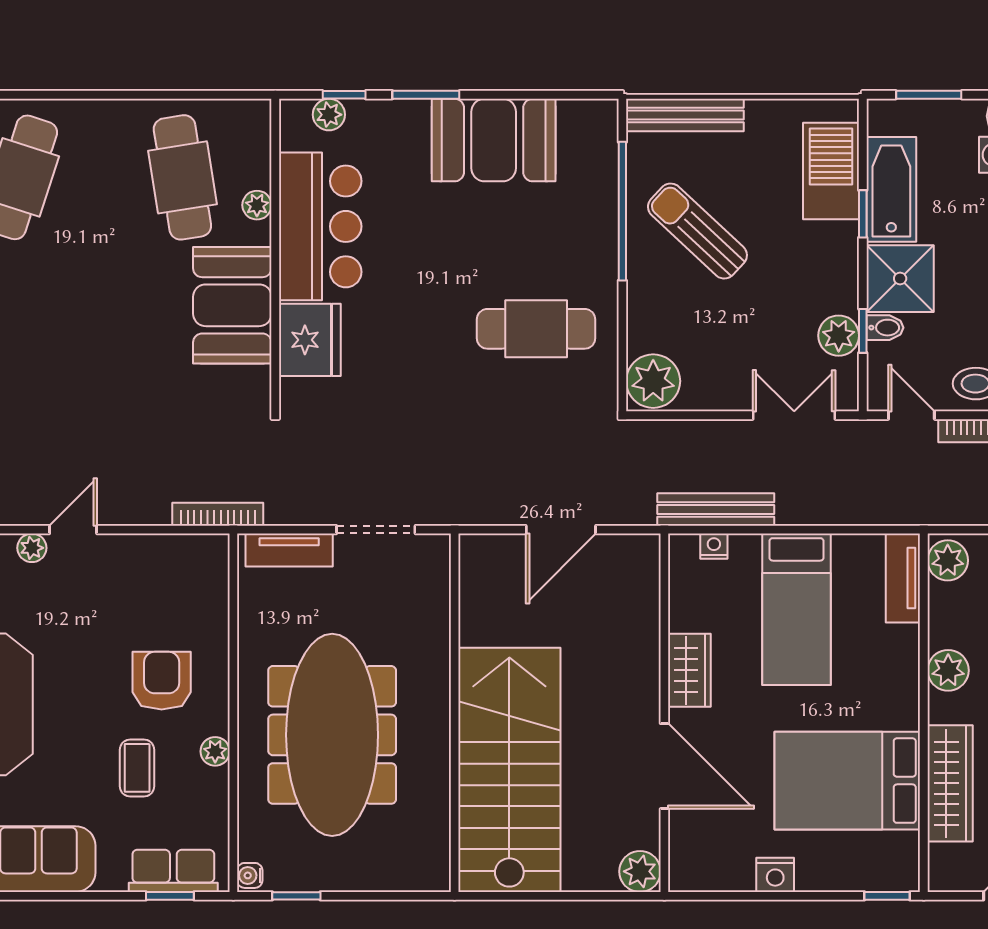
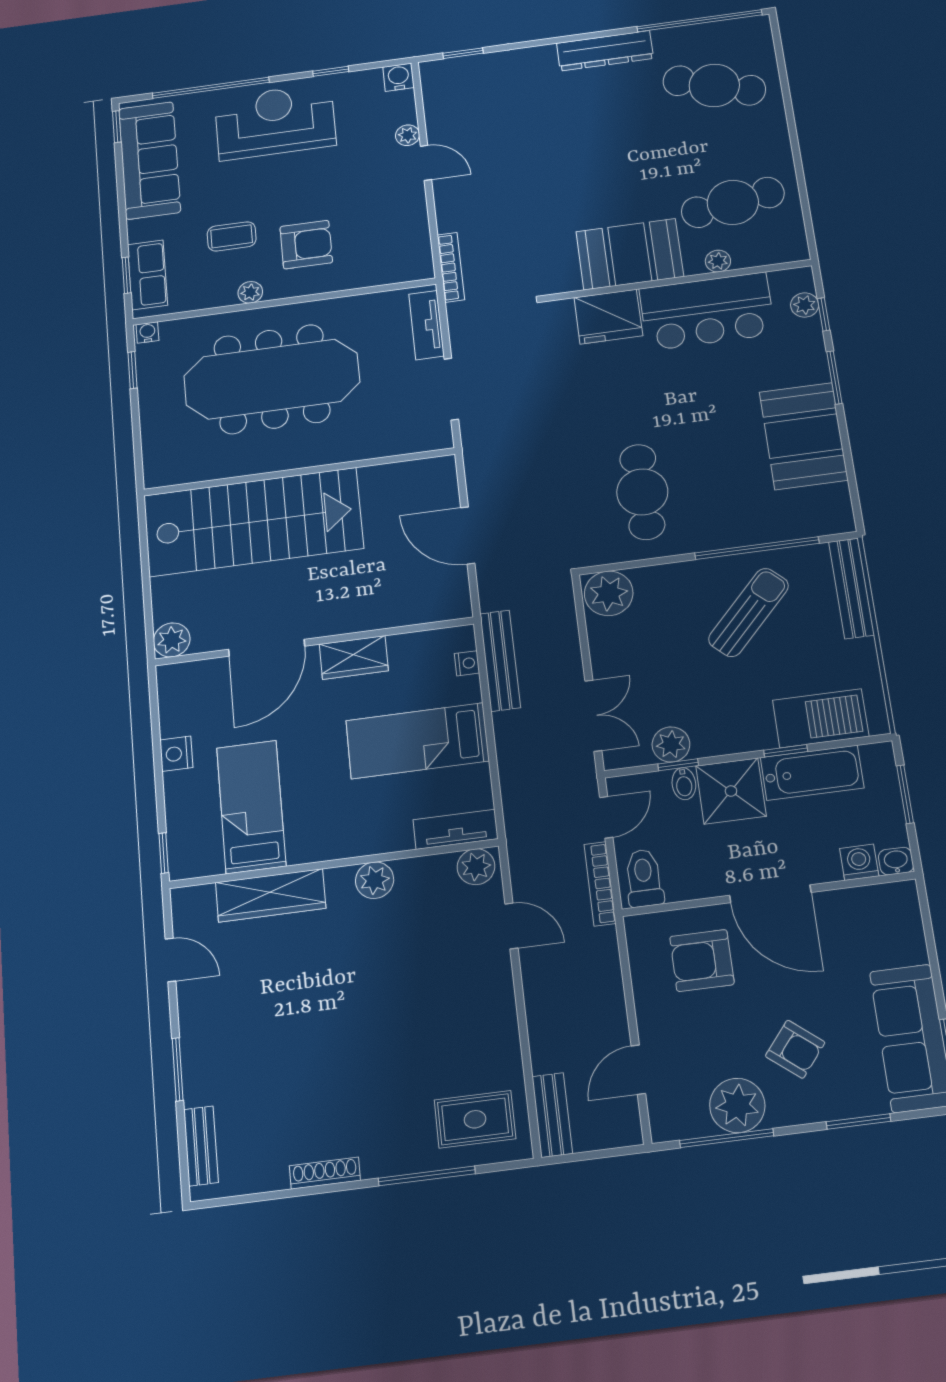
bed: (847, 781) -> (251, 807), width x0.67

